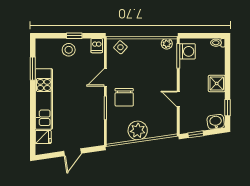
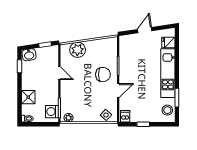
stool: (69, 50) -> (167, 110), moved
shower: (217, 83) -> (28, 97), moved
chair: (124, 97) -> (103, 75), turned 90
plant: (138, 131) -> (78, 50), moved

